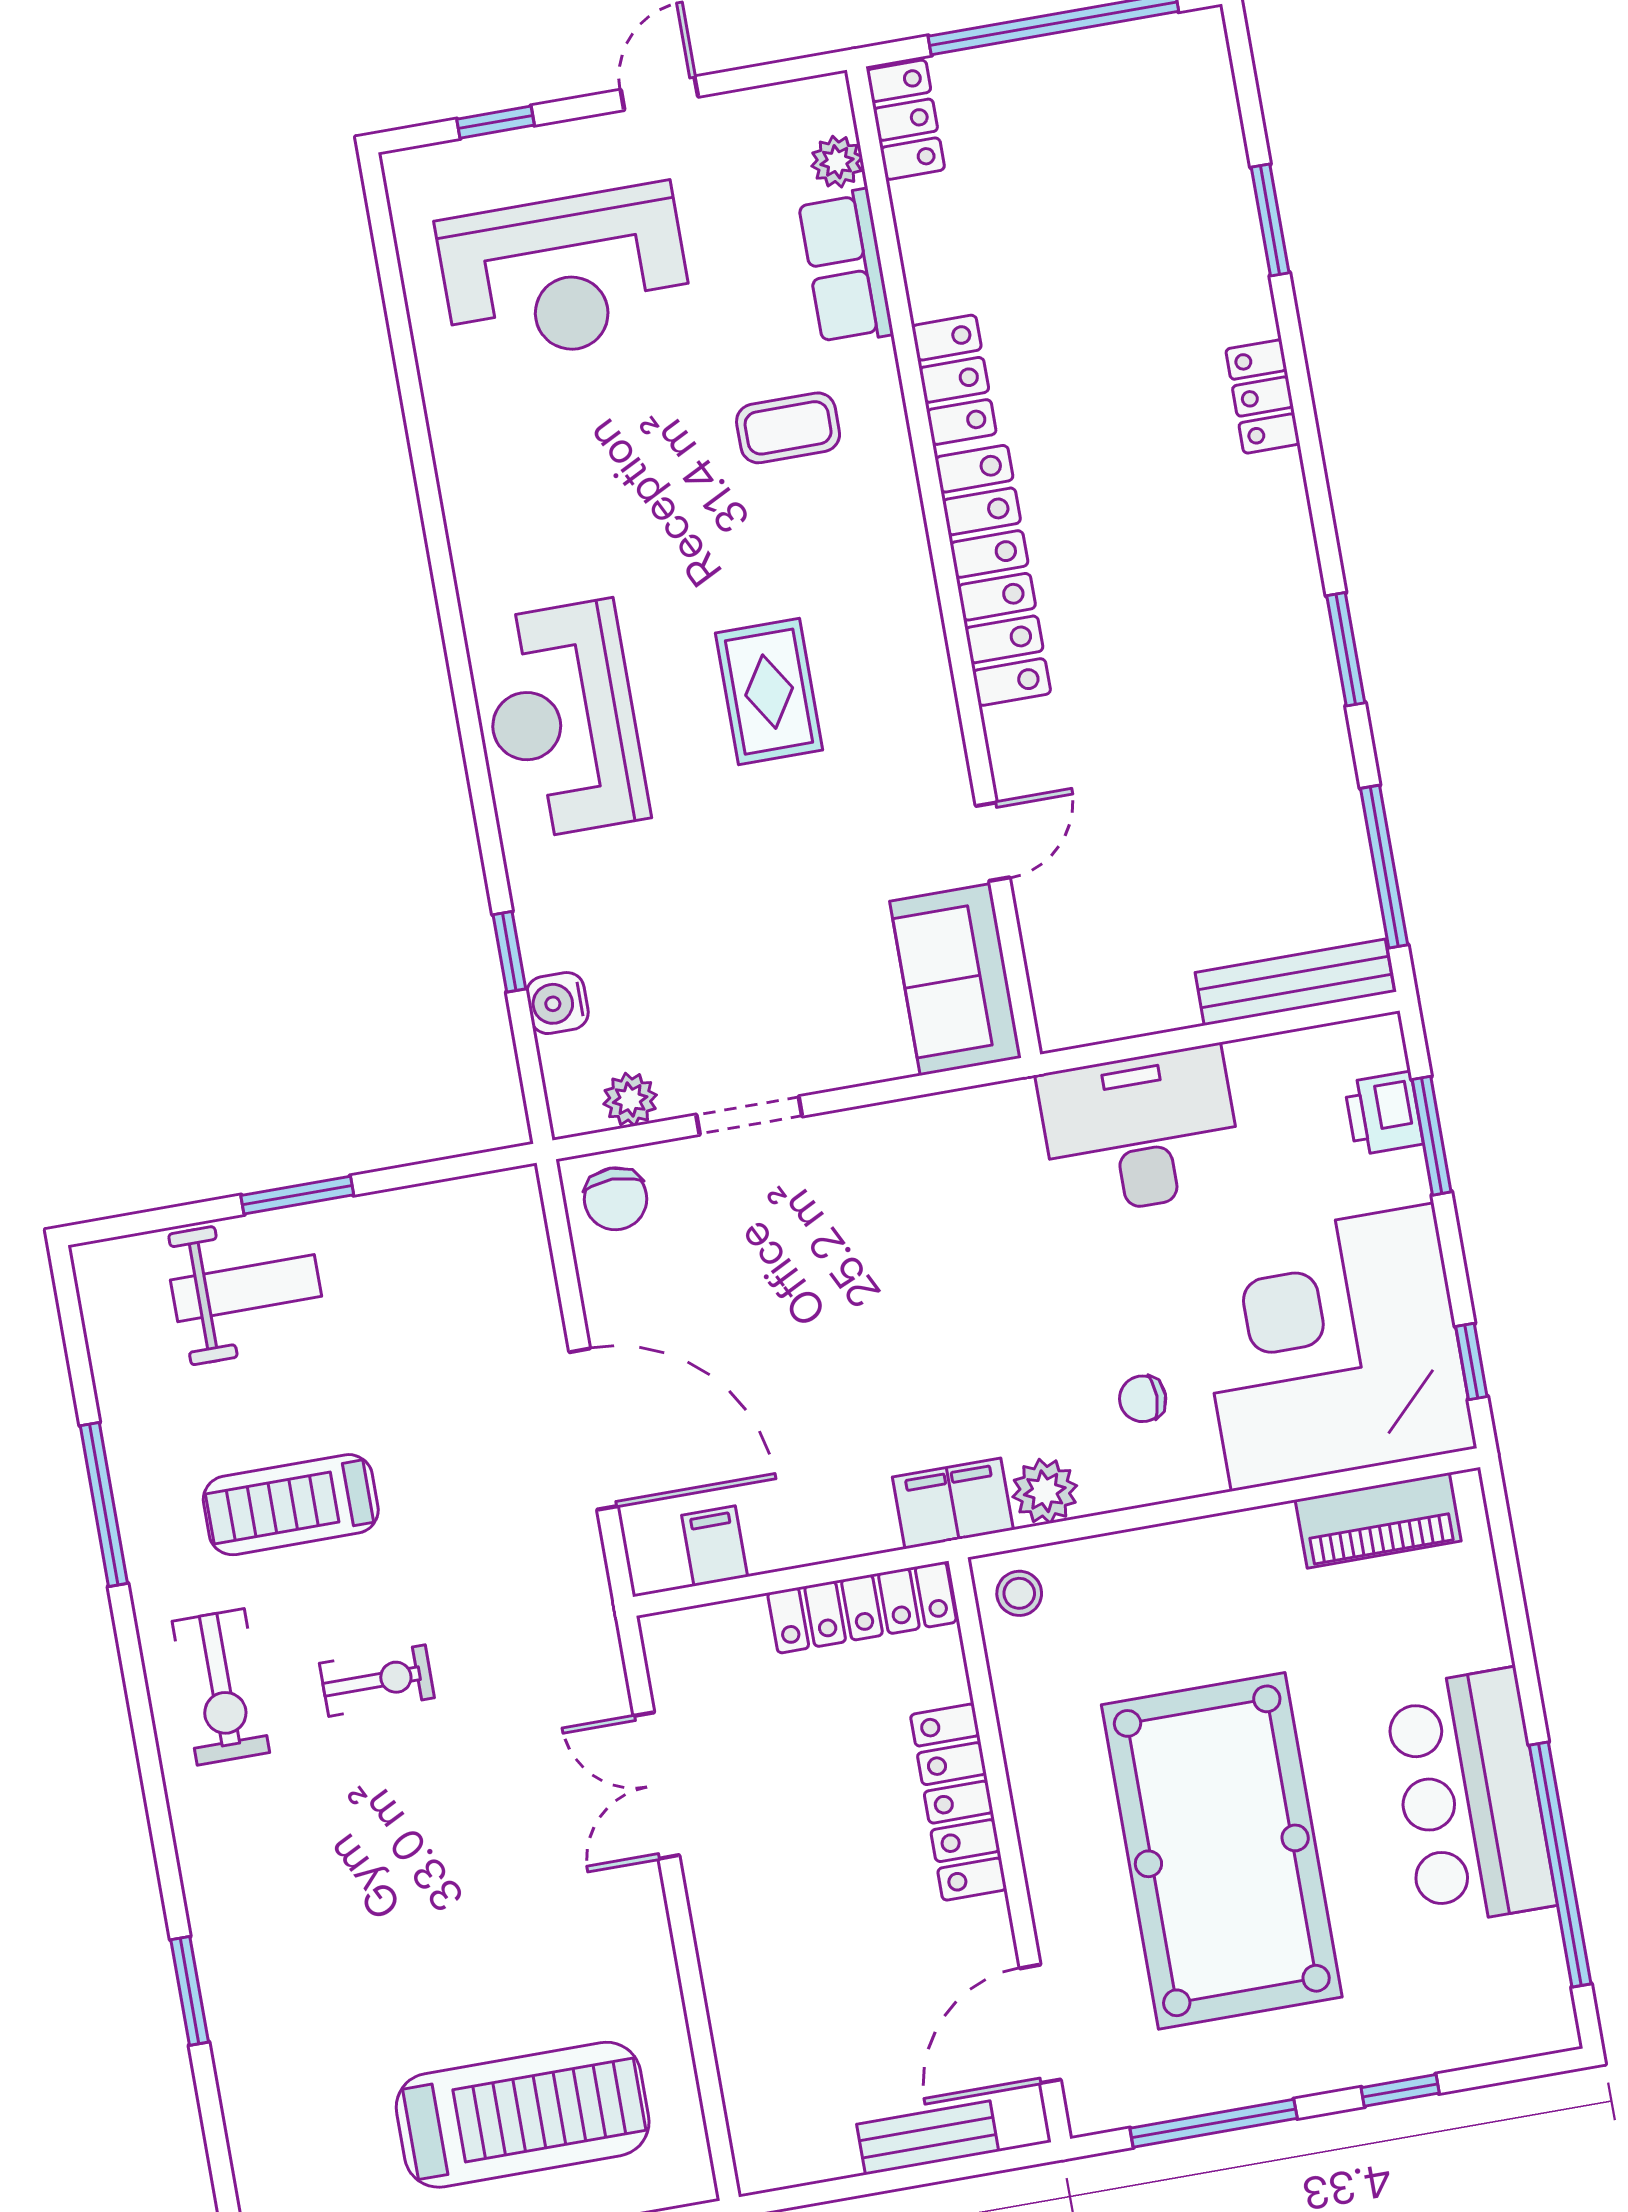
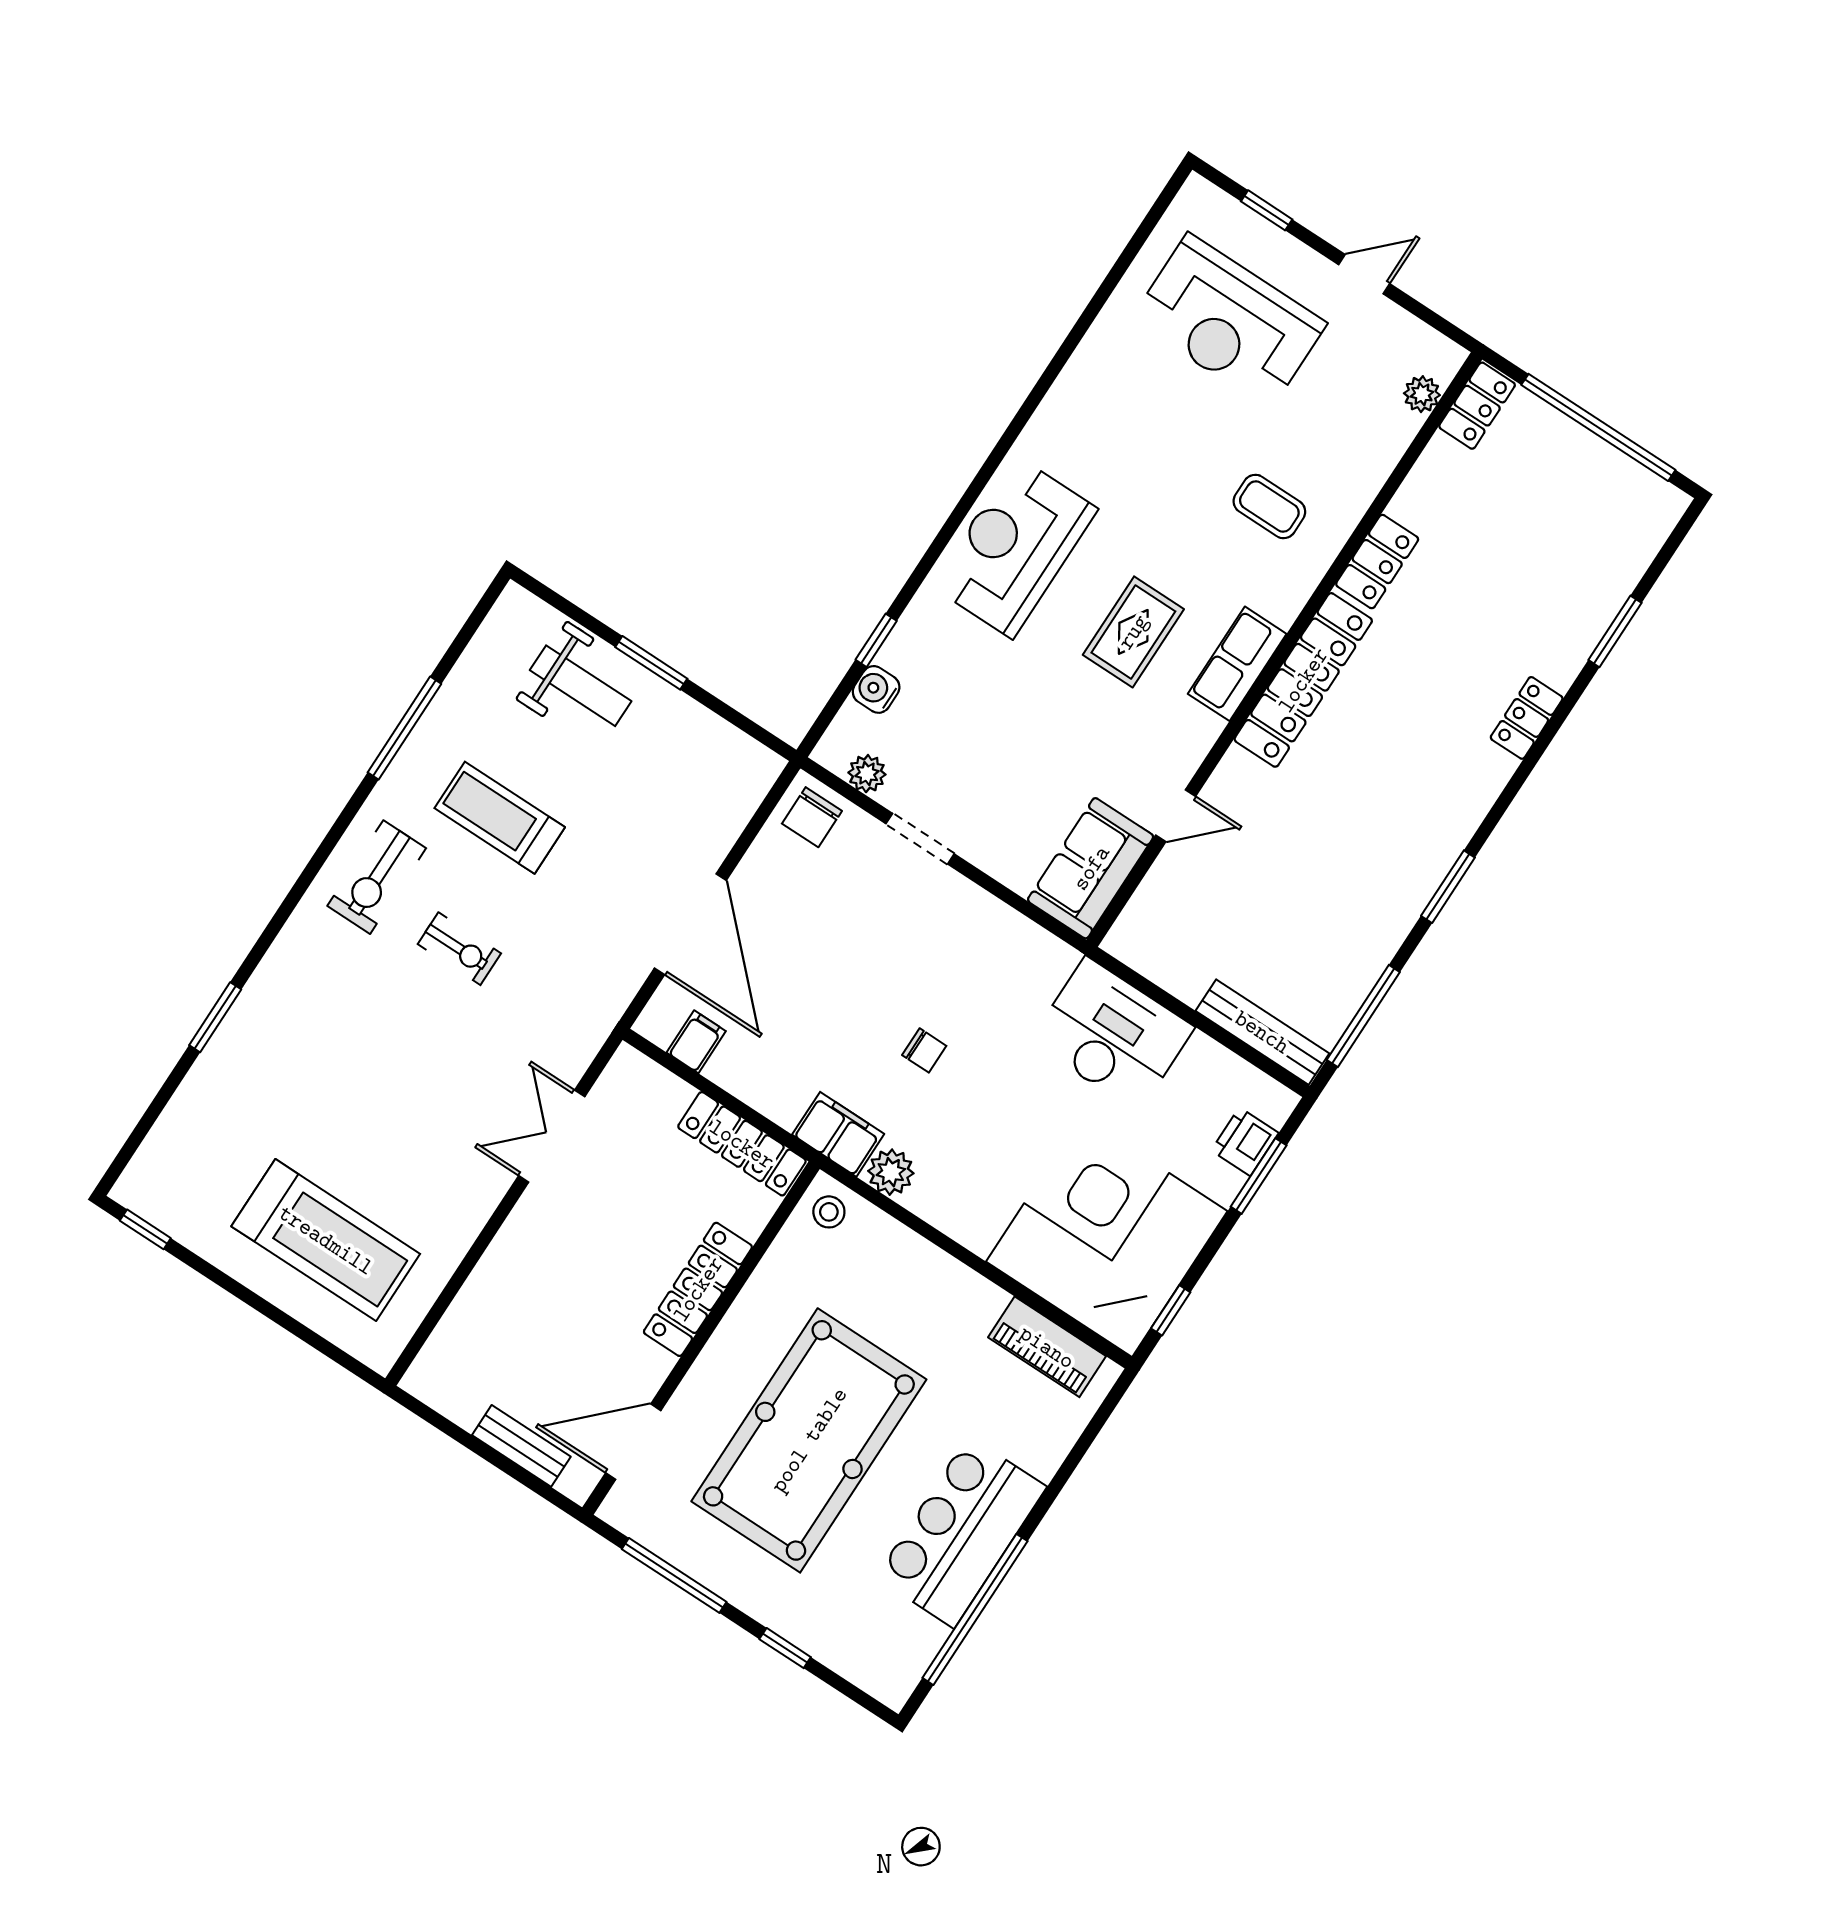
row of seats: (846, 267) -> (1237, 664), moved
chair: (1143, 1399) -> (924, 1050), moved, turned 180

